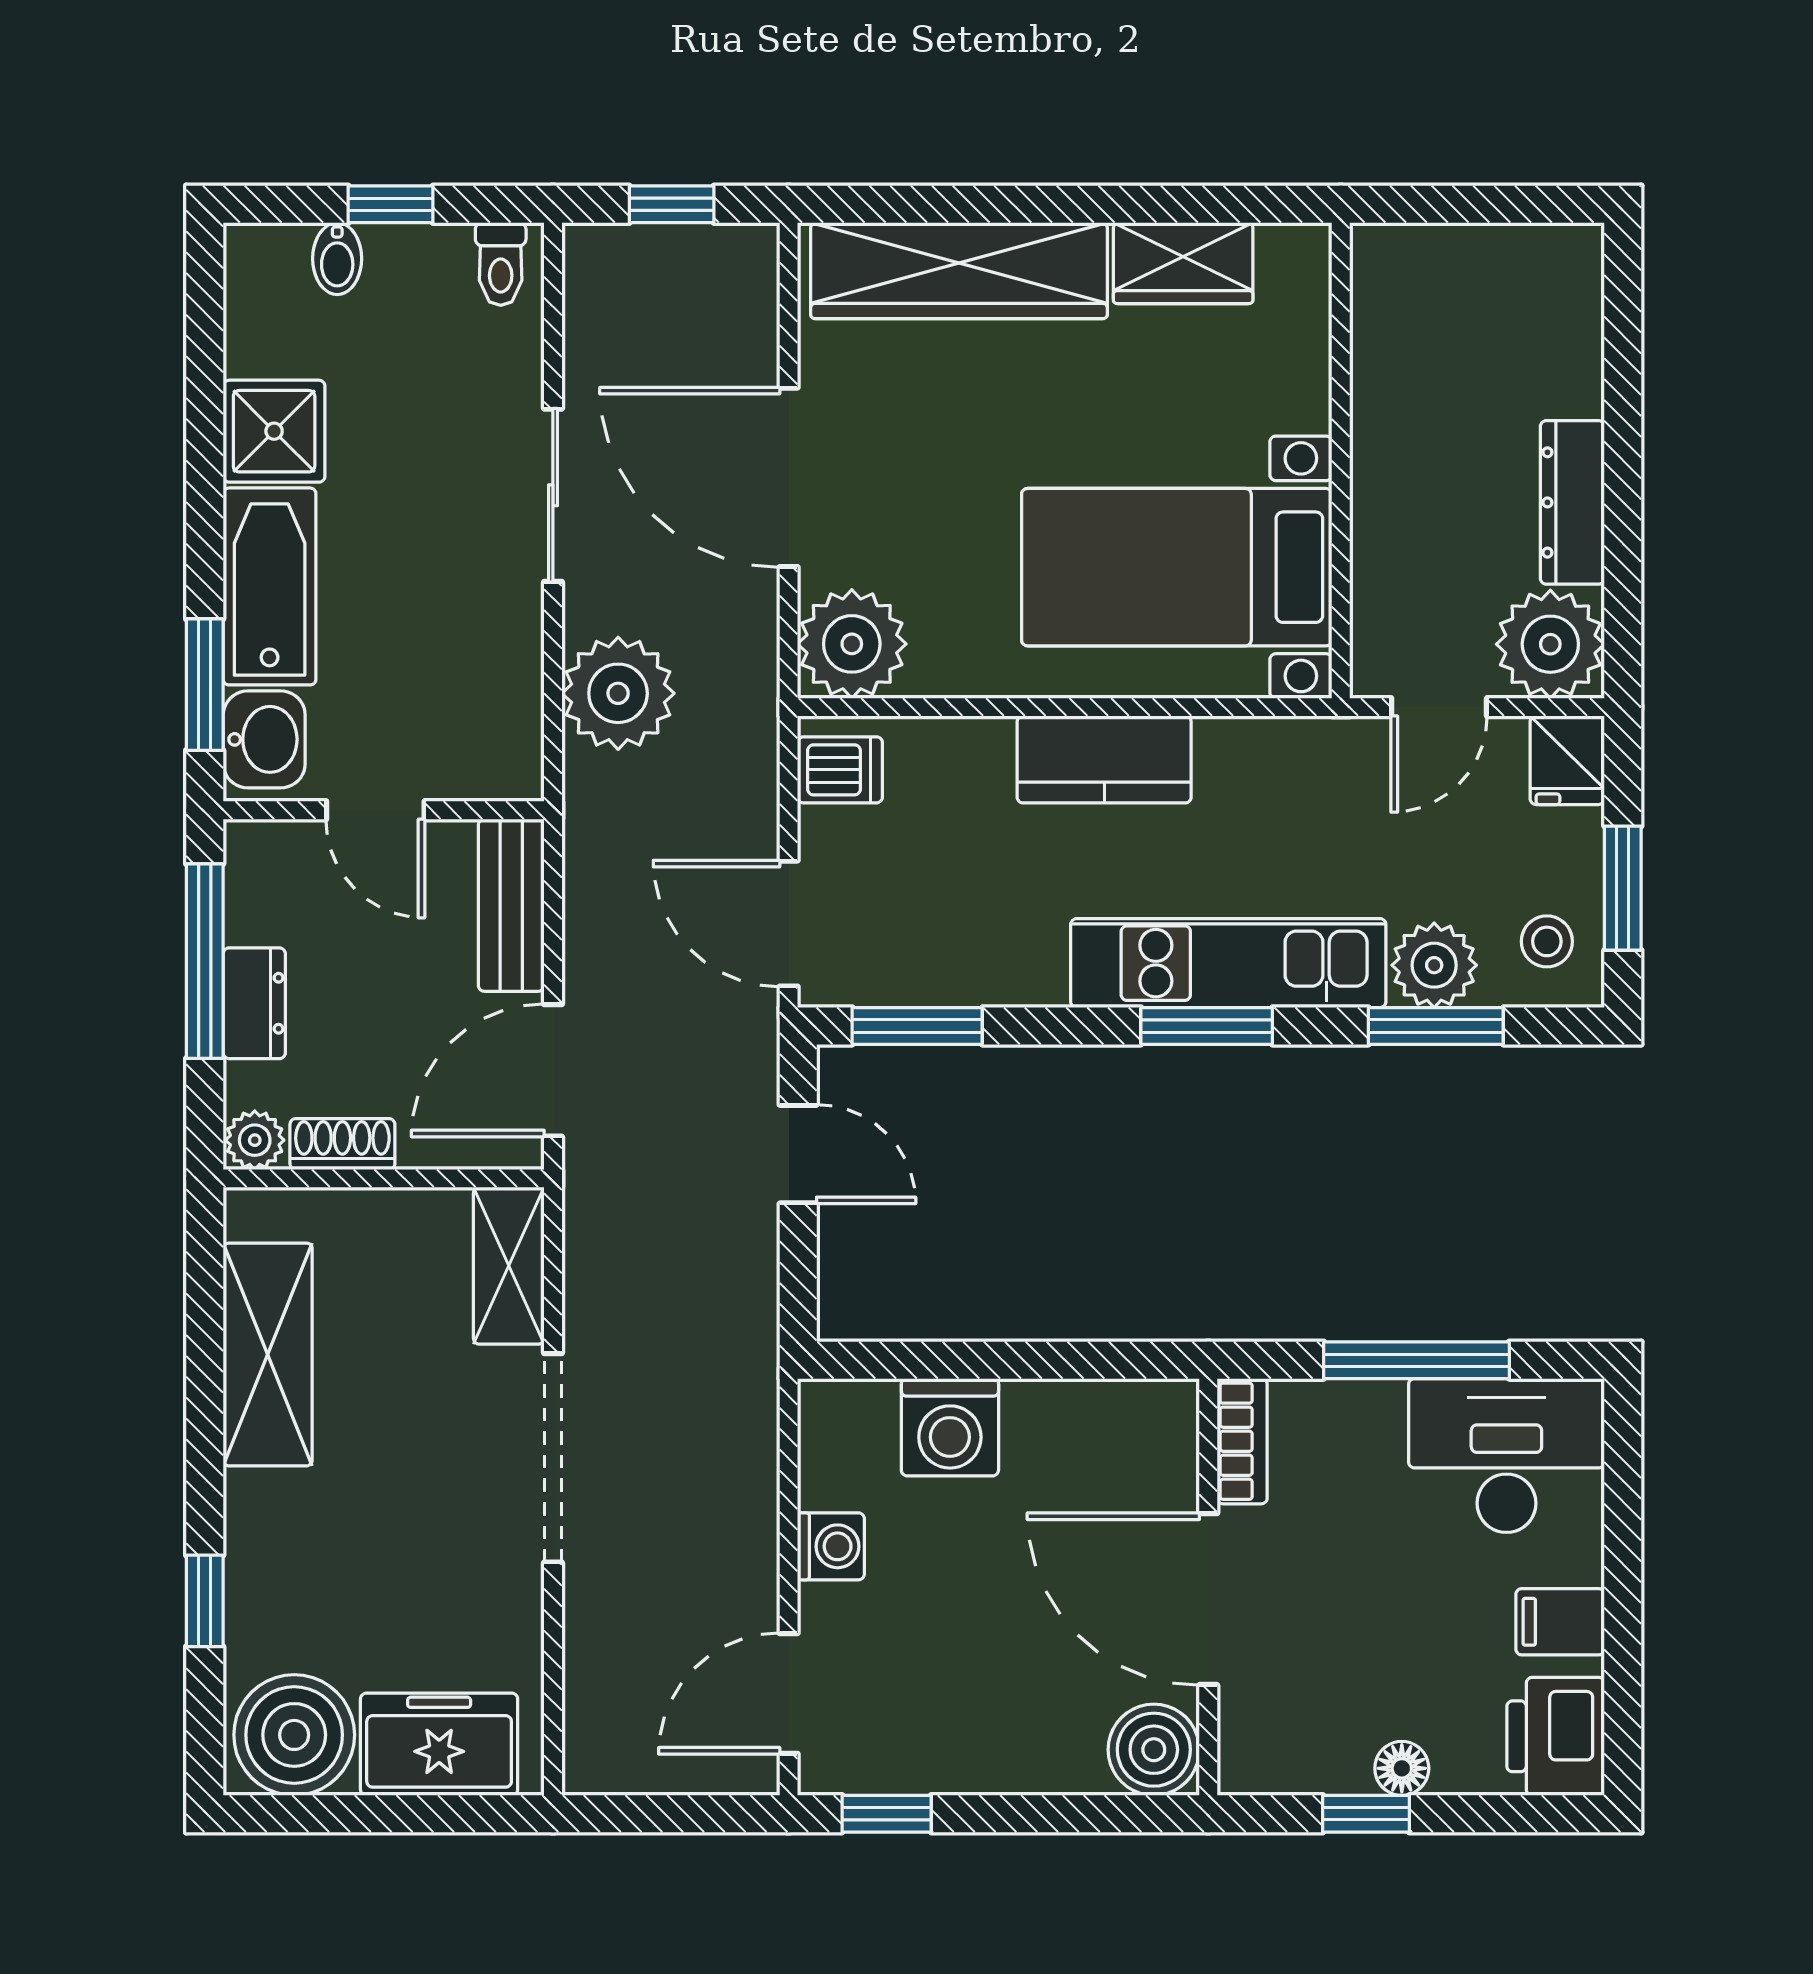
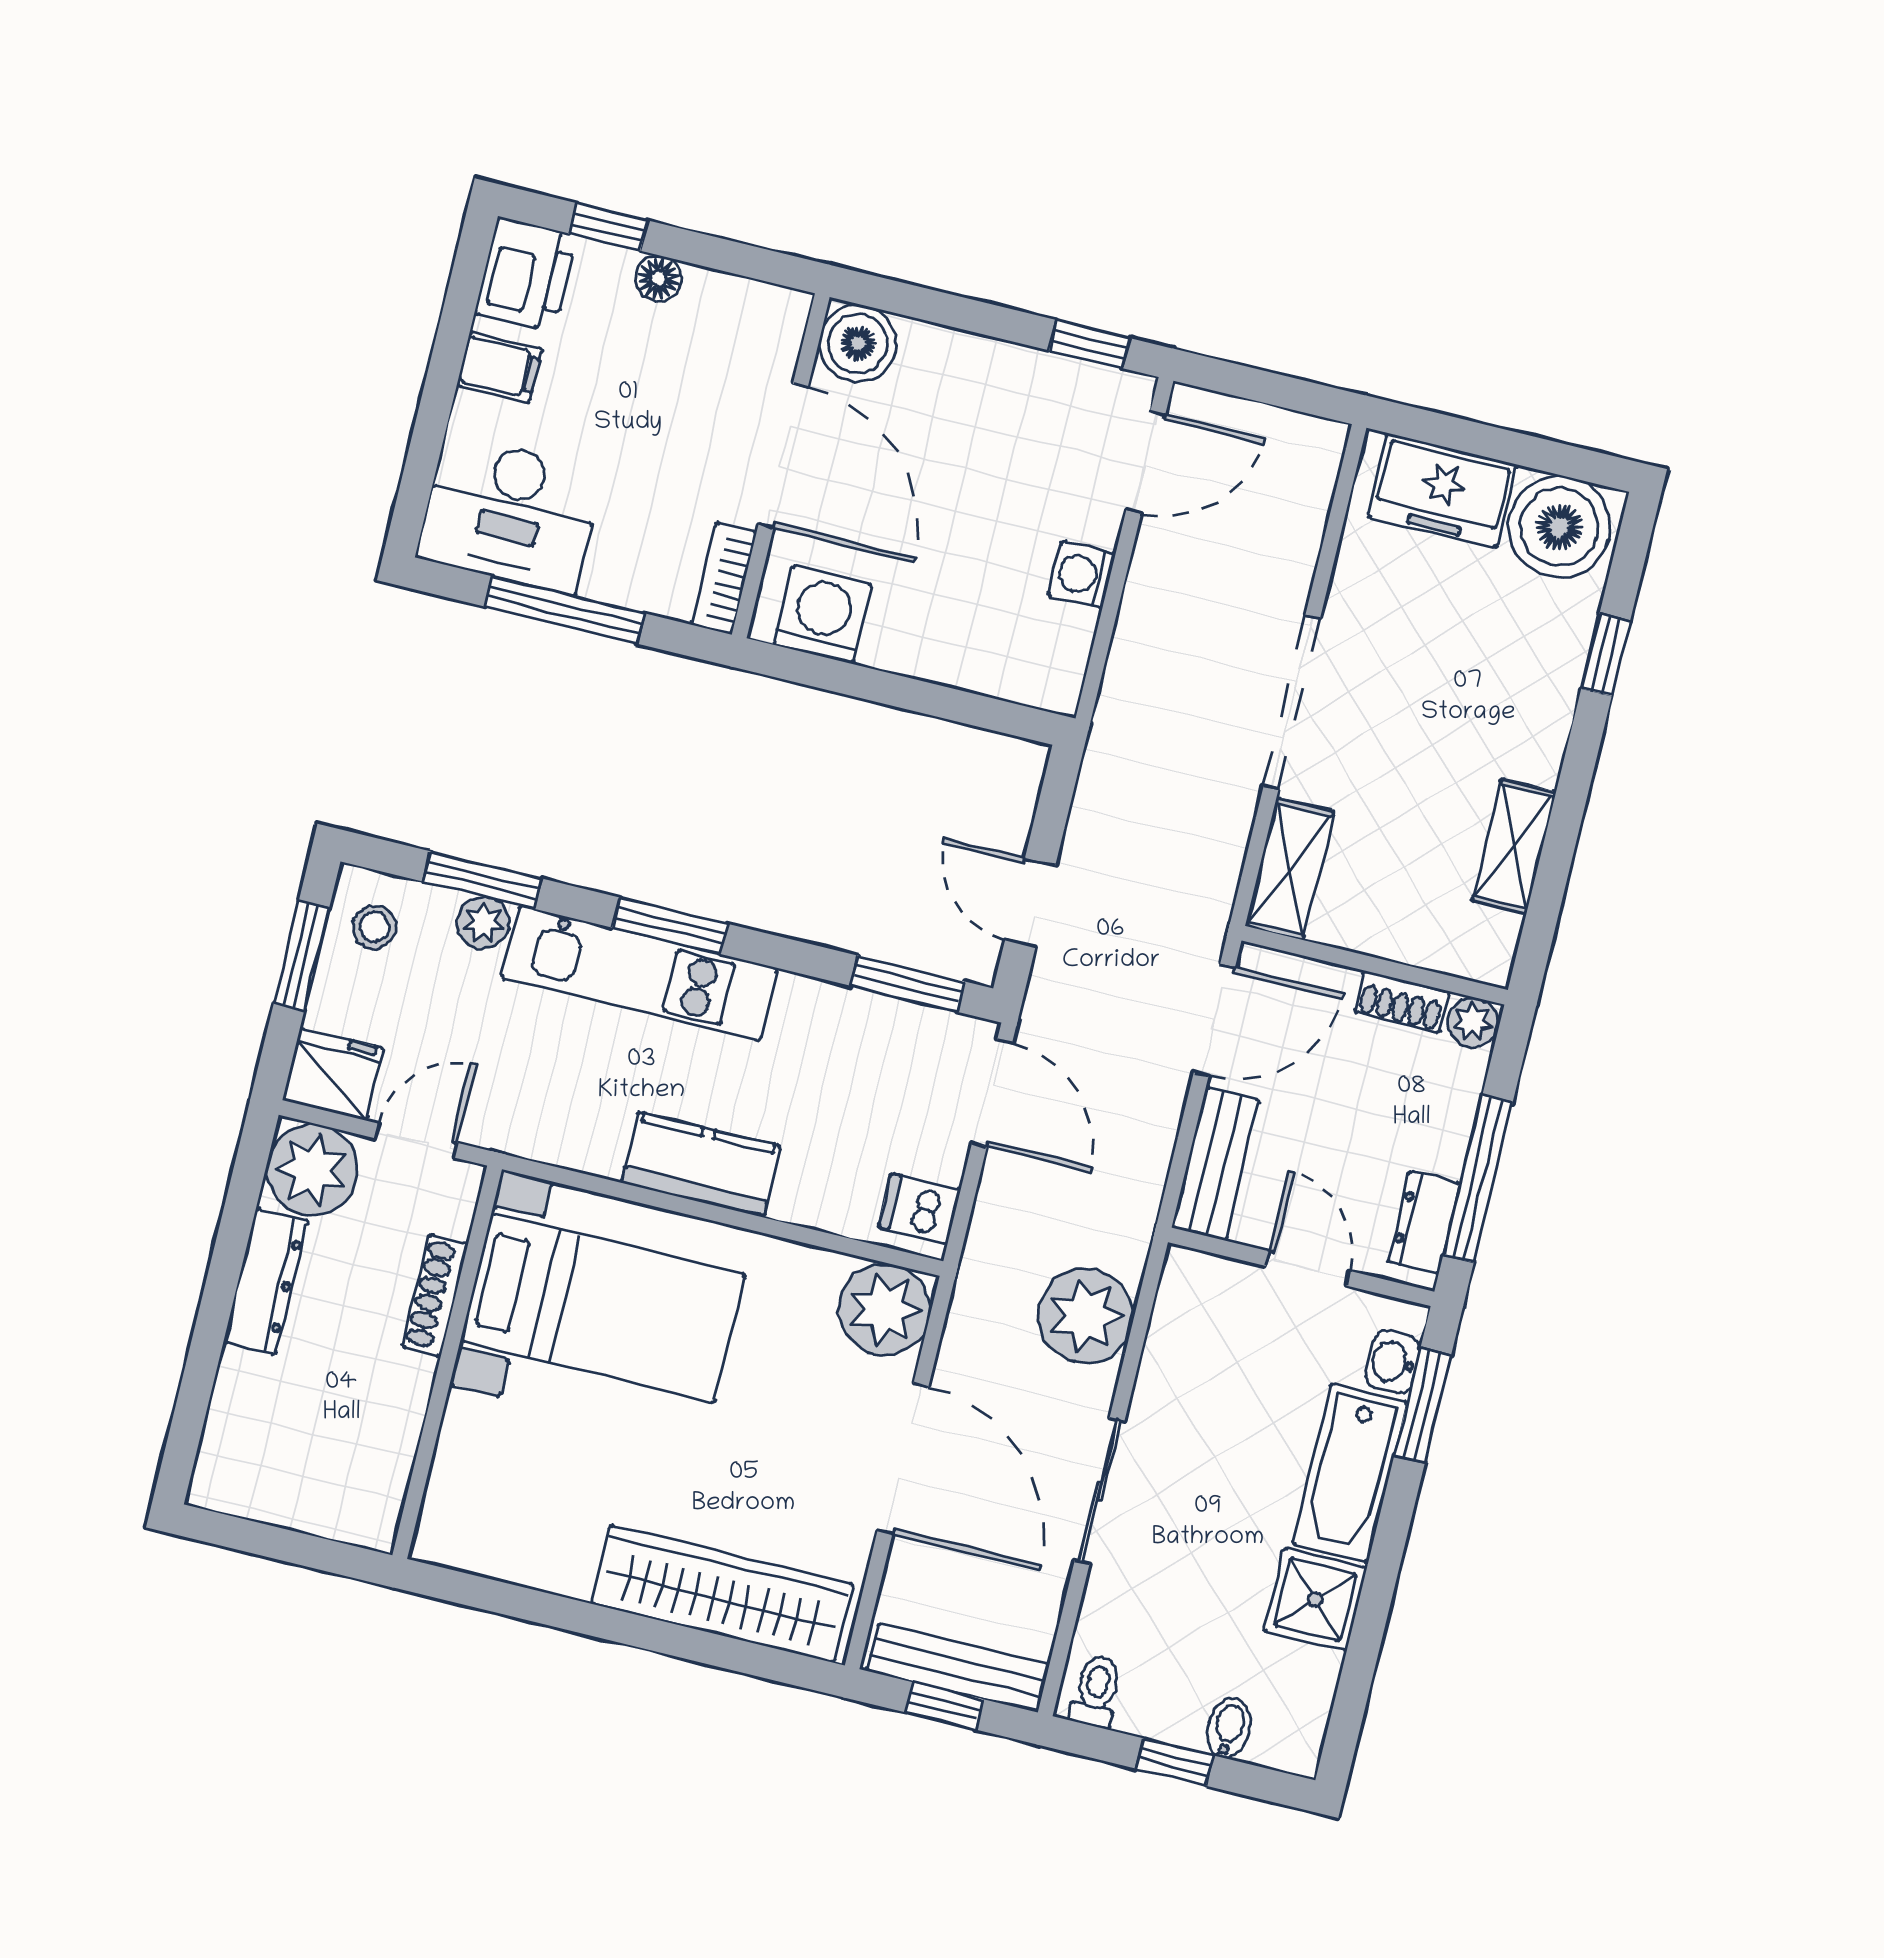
bench: (666, 252) -> (958, 1668), added
wardrobe: (1183, 263) -> (537, 1555), removed
shoe rack: (1373, 534) -> (435, 1295), added
washbasin: (264, 739) -> (1393, 1362), width x0.72, depth x0.69
fridge: (1567, 760) -> (333, 1074), width x1.38
plant: (1434, 965) -> (483, 923), width x0.73, depth x0.73
dresser: (254, 1003) -> (1424, 1222), moved
shelving: (268, 1354) -> (1514, 846), width x0.67, depth x0.75
washing machine: (950, 1427) -> (823, 615), moved
window: (1366, 1814) -> (608, 227), moved

